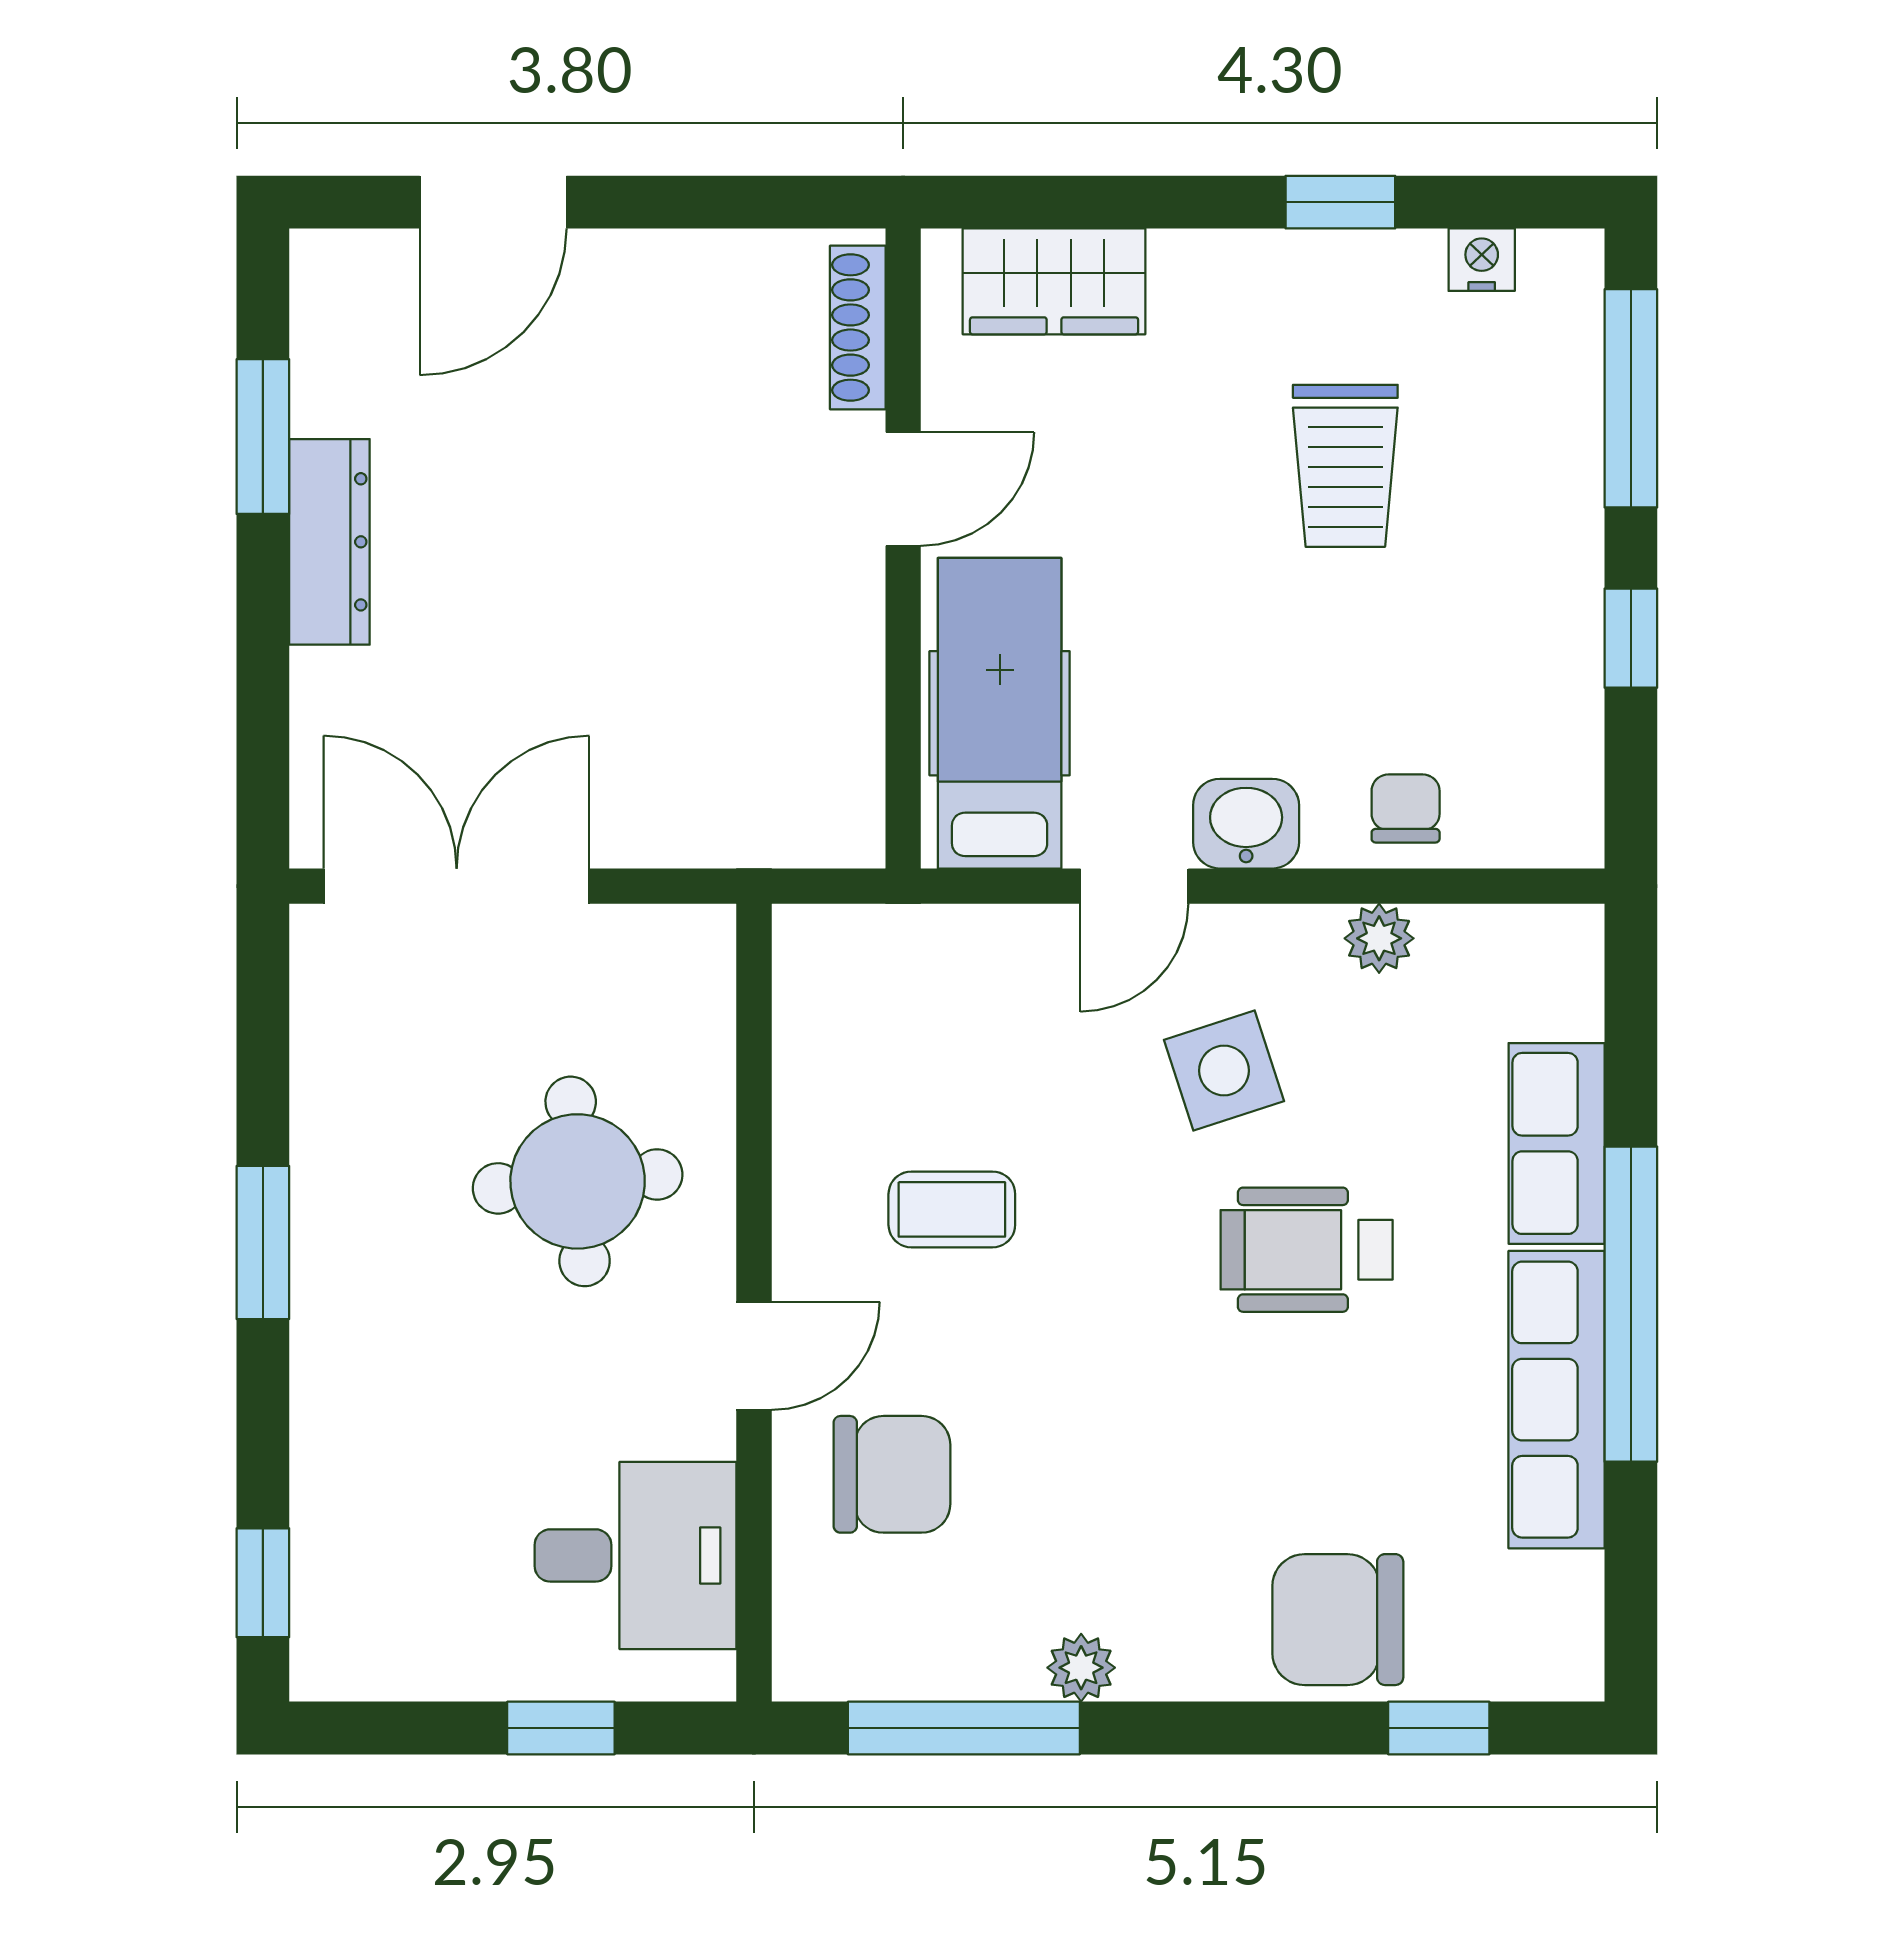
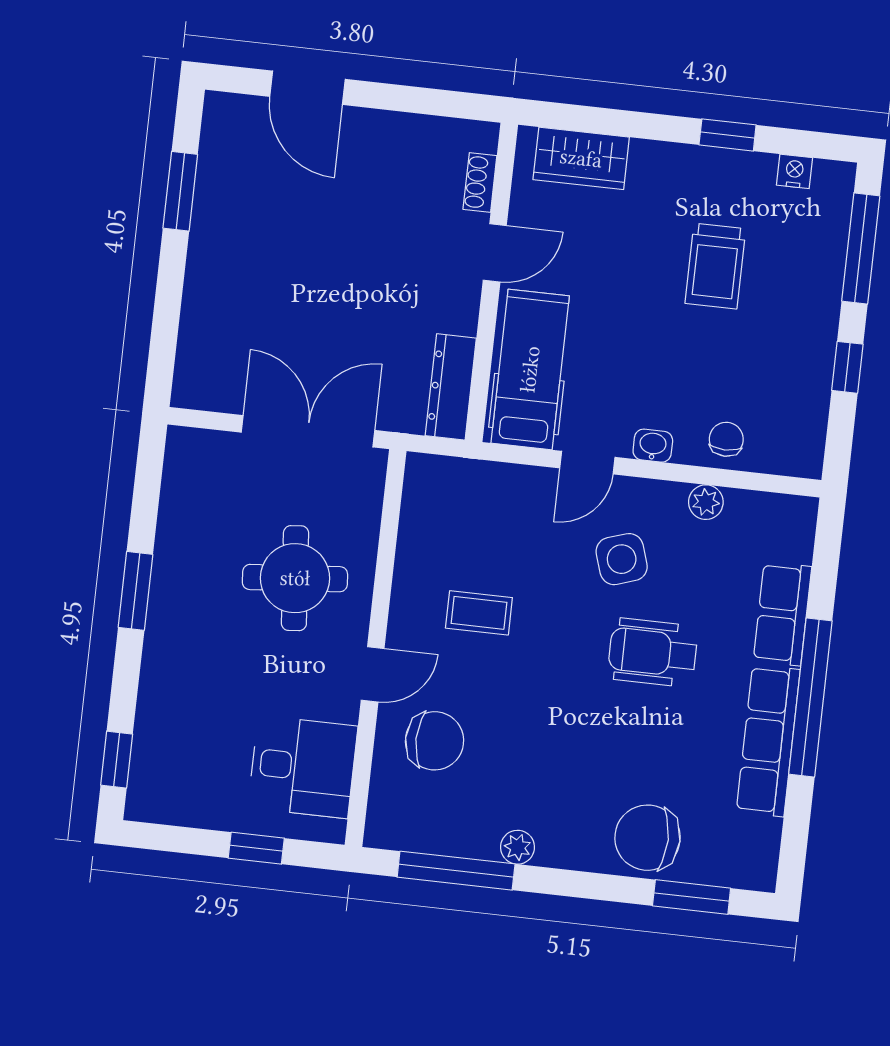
door: (493, 202) -> (308, 88), hinge flipped
shoe rack: (858, 327) -> (480, 182), width x0.70
dresser: (329, 542) -> (451, 387), moved, turned 180
washbasin: (1246, 824) -> (653, 446), width x0.72, depth x0.69
double door: (457, 886) -> (308, 431), moved
window: (1439, 1728) -> (692, 897), width x1.50

